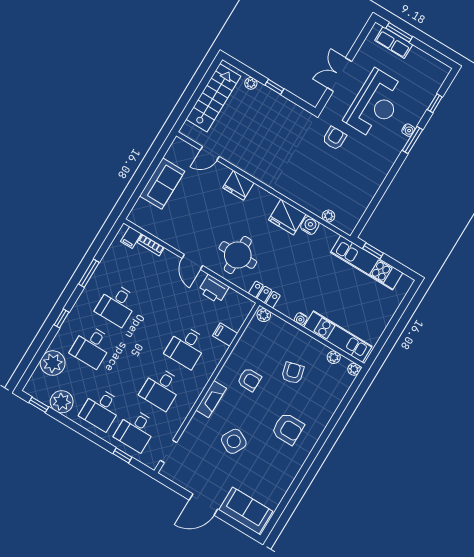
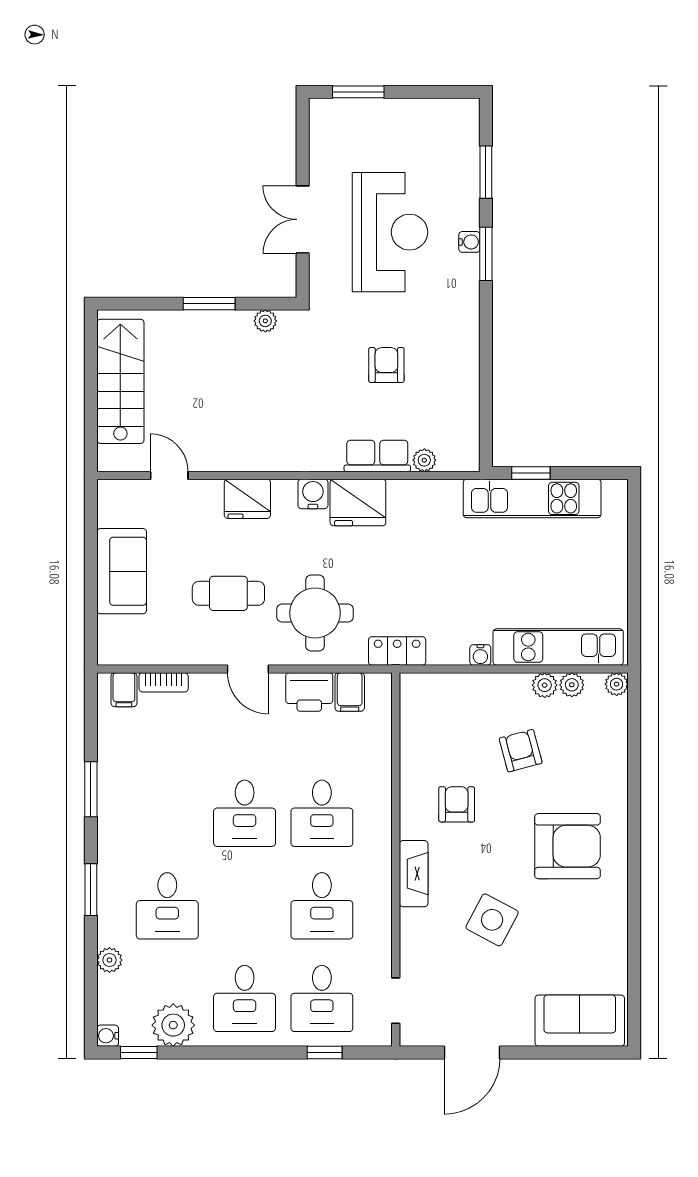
row of seats: (394, 42) -> (377, 456), moved, turned 180
plant: (251, 83) -> (265, 321), moved
window: (274, 87) -> (209, 304), width x1.50
window: (435, 103) -> (486, 172), width x1.50
armchair: (334, 138) -> (386, 365), moved
door: (210, 153) -> (169, 475), swing flipped
cafe table: (204, 223) -> (228, 593), added
water cooler: (310, 225) -> (313, 494), moved
desk: (117, 305) -> (245, 813), moved
plant: (264, 315) -> (545, 685), moved
window: (62, 318) -> (91, 890), width x1.50
filing cabinet: (225, 335) -> (350, 692), moved, turned -90
plant: (53, 363) -> (109, 960), width x0.53, depth x0.53
armchair: (249, 380) -> (457, 804), turned -90
water cooler: (29, 389) -> (108, 1036), added
armchair: (288, 429) -> (568, 846), width x1.36, depth x1.36
door: (203, 504) -> (472, 1053), moved

